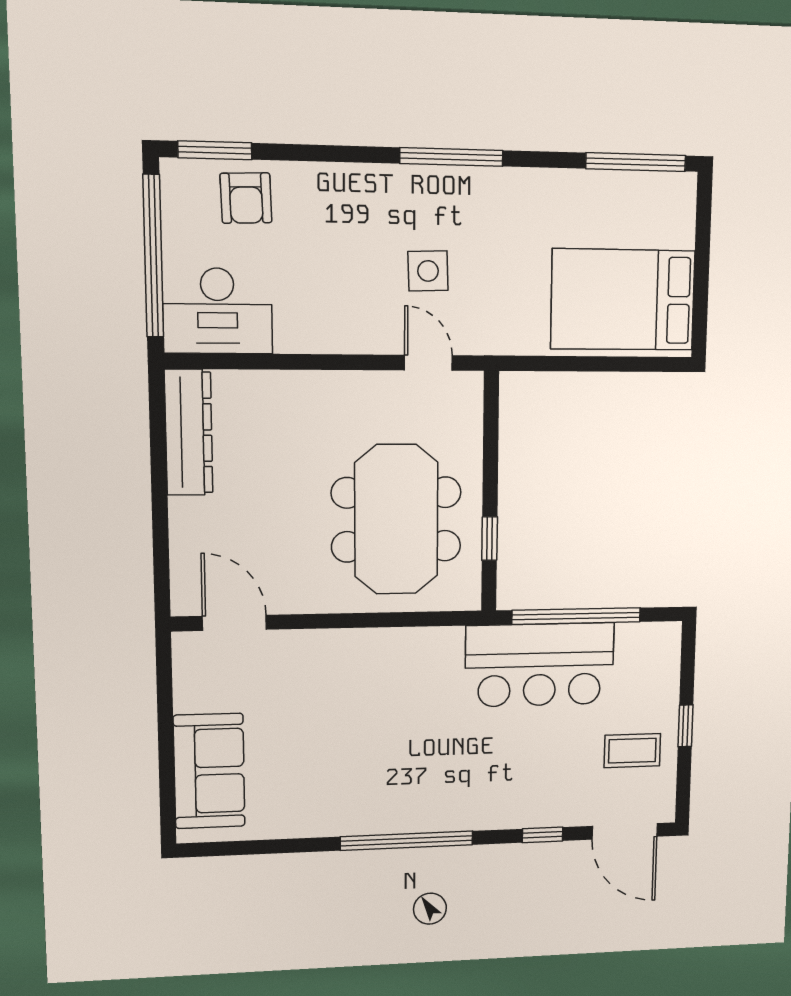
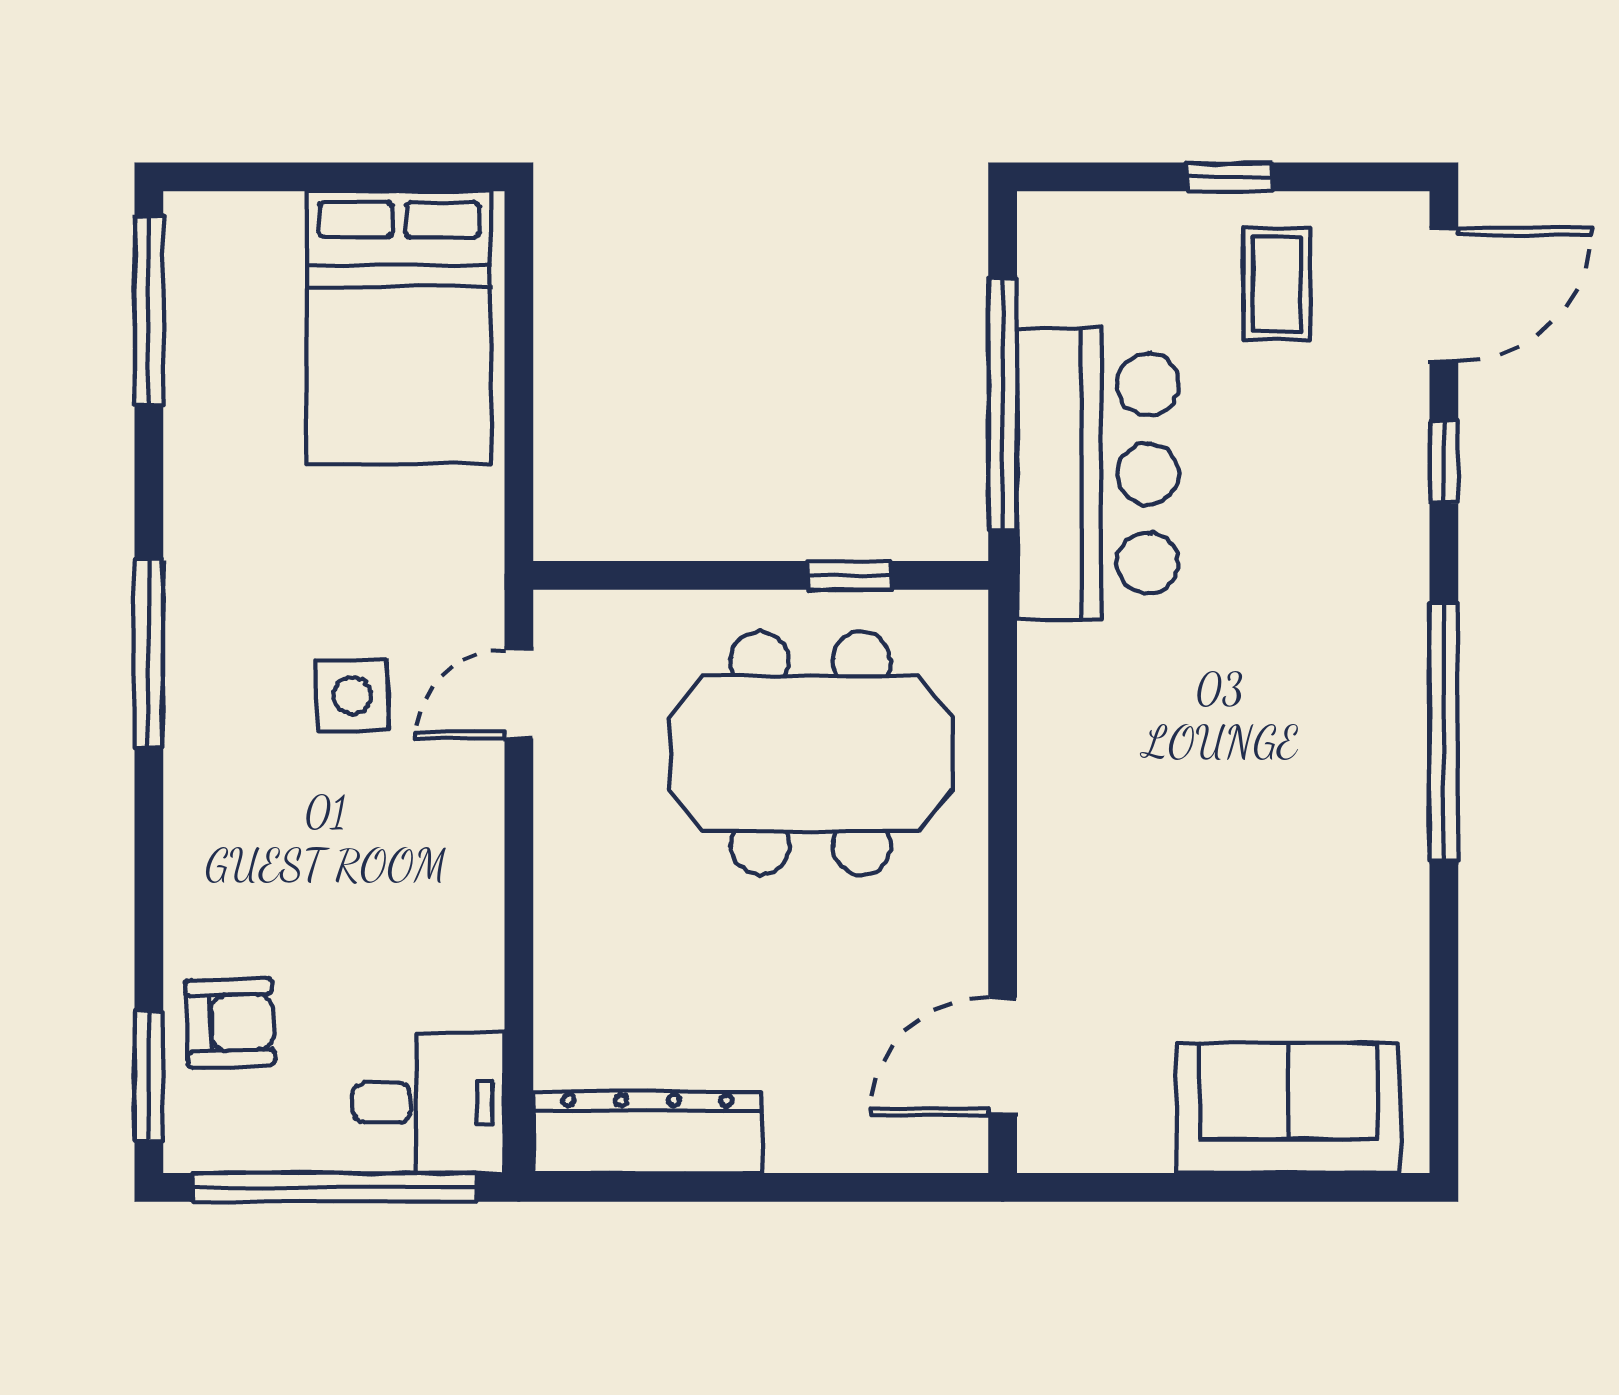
desk: (218, 311) -> (429, 1103), width x0.73

